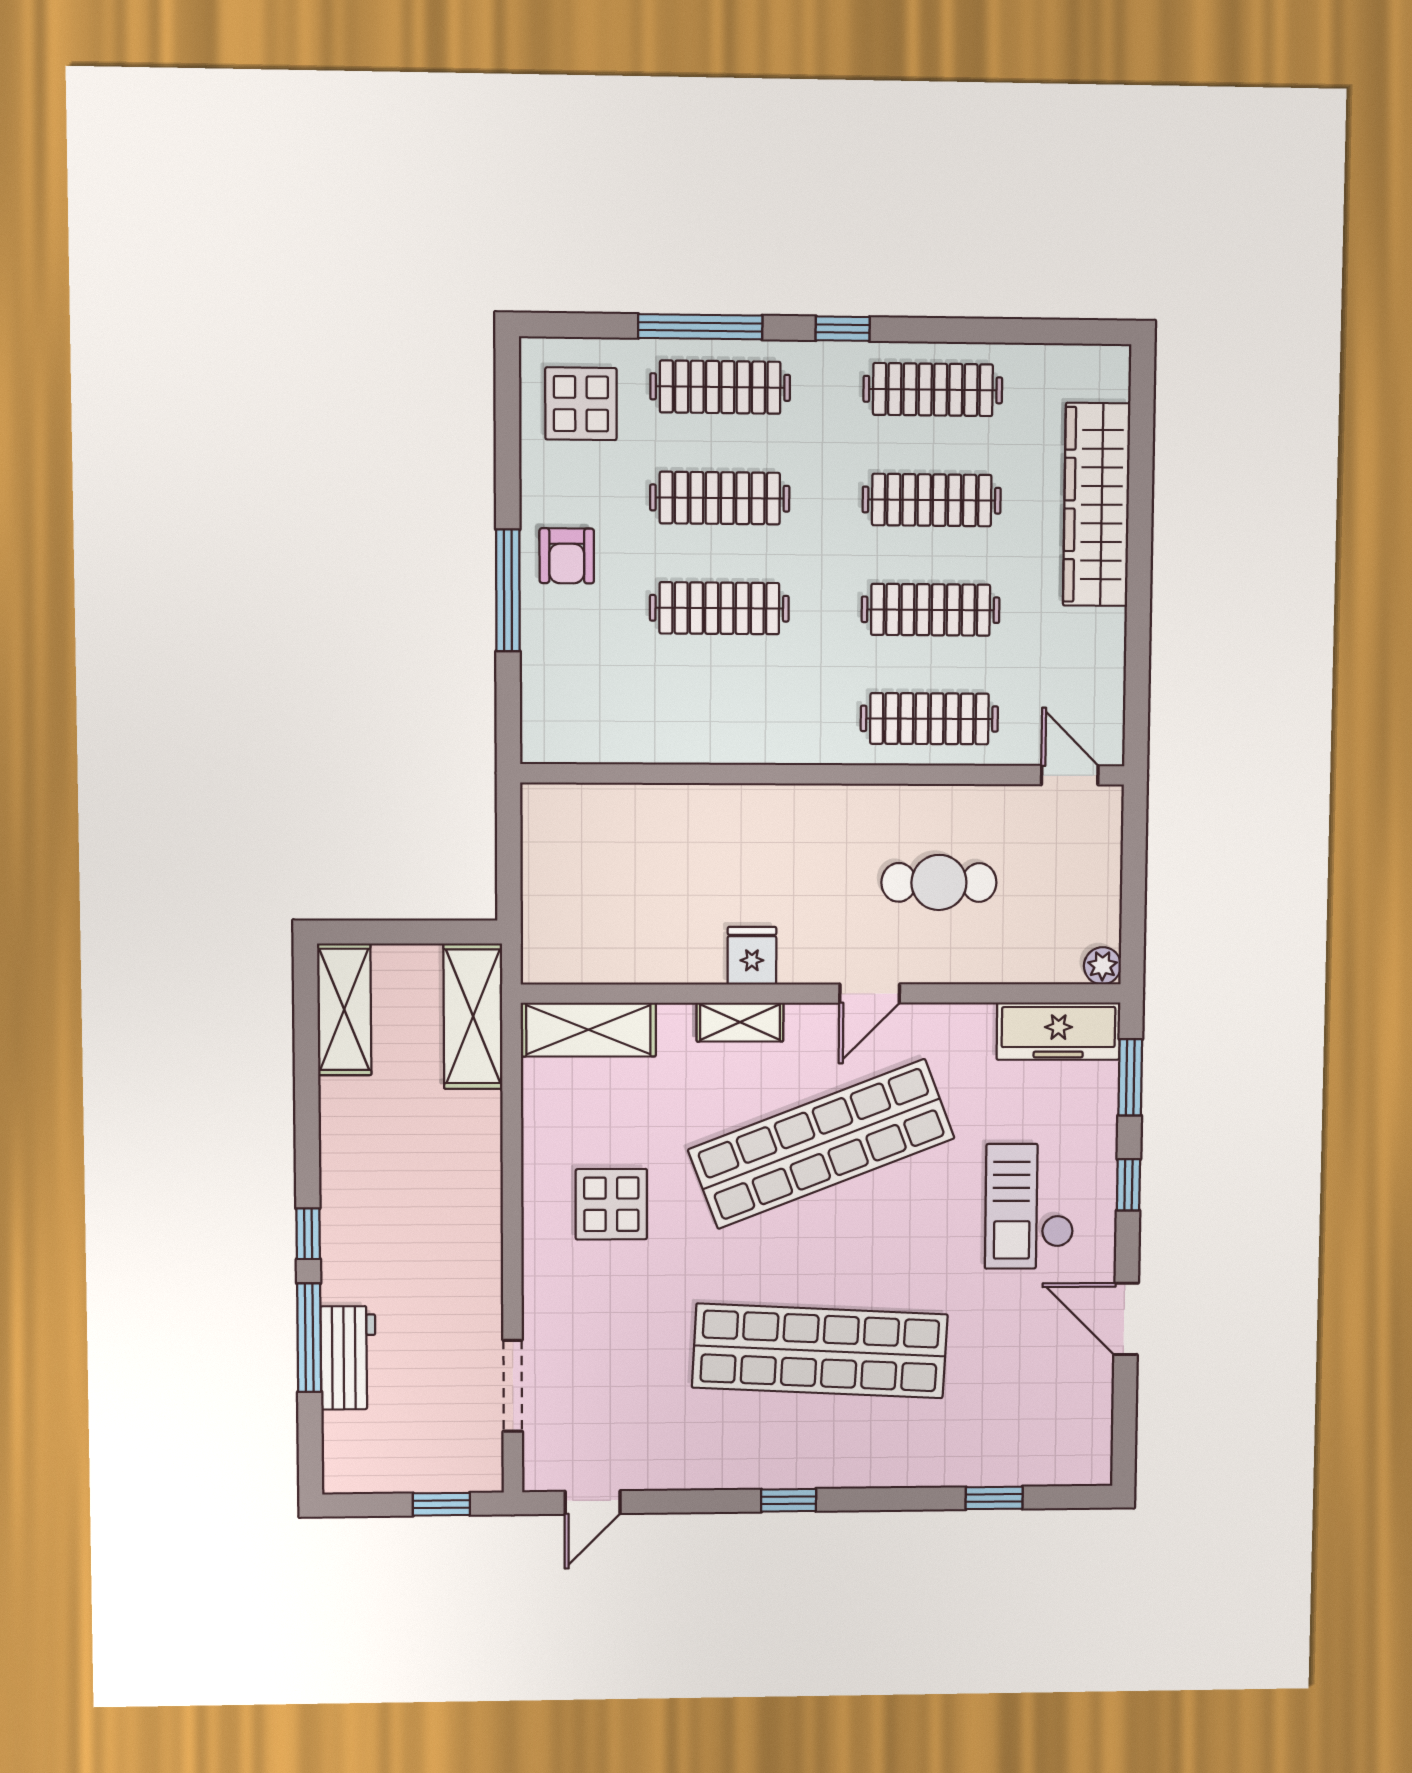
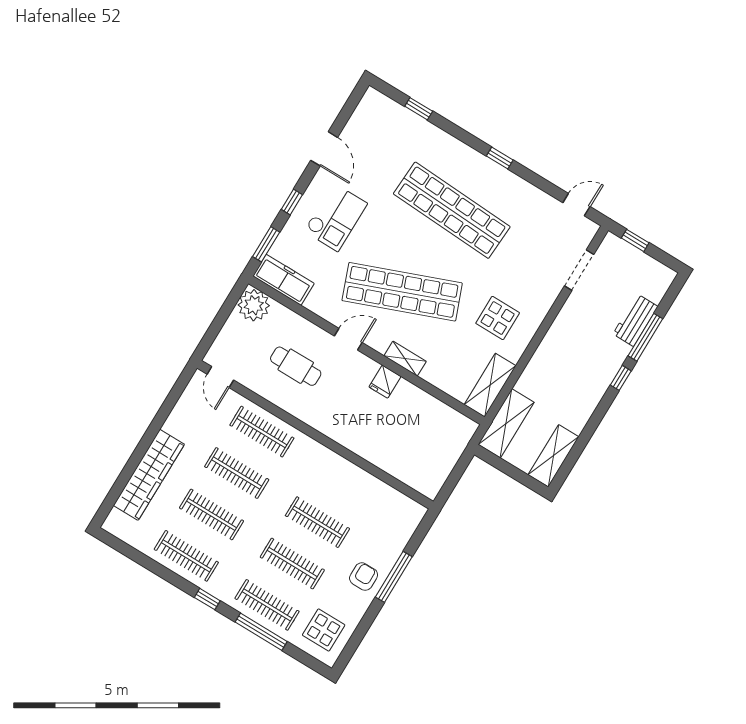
plant: (1102, 966) -> (254, 305), width x1.88, depth x1.88
shelving: (588, 1030) -> (490, 385), moved, turned 90

